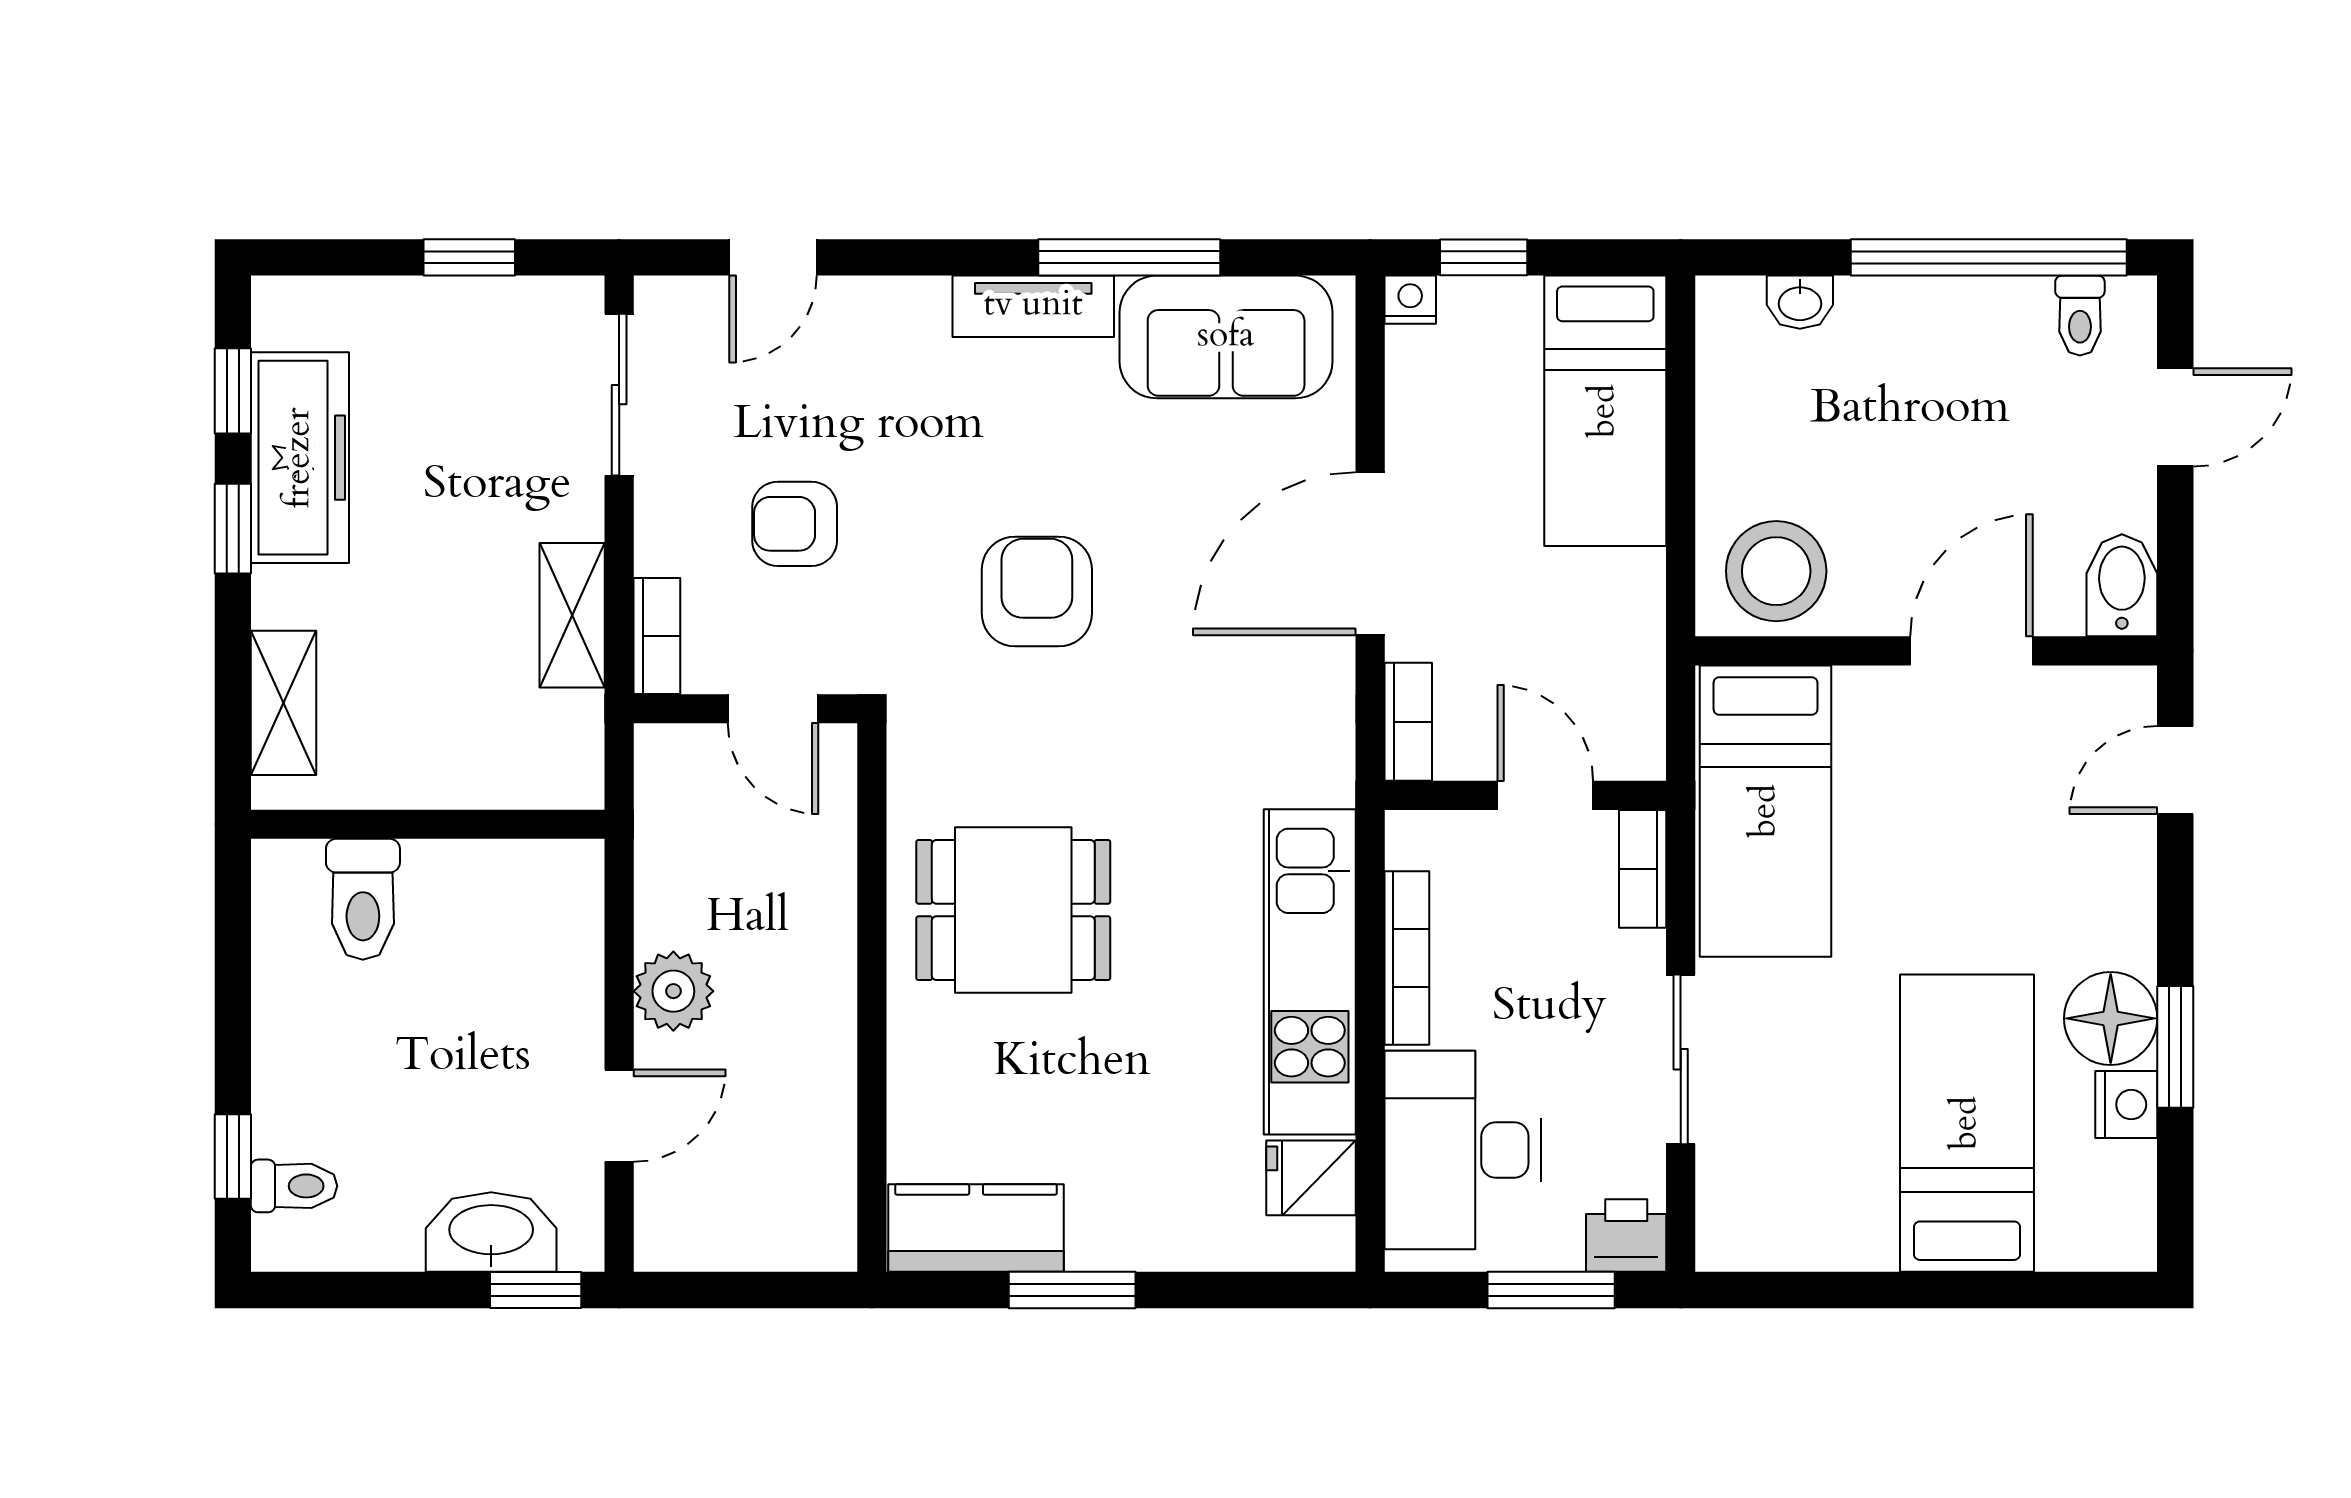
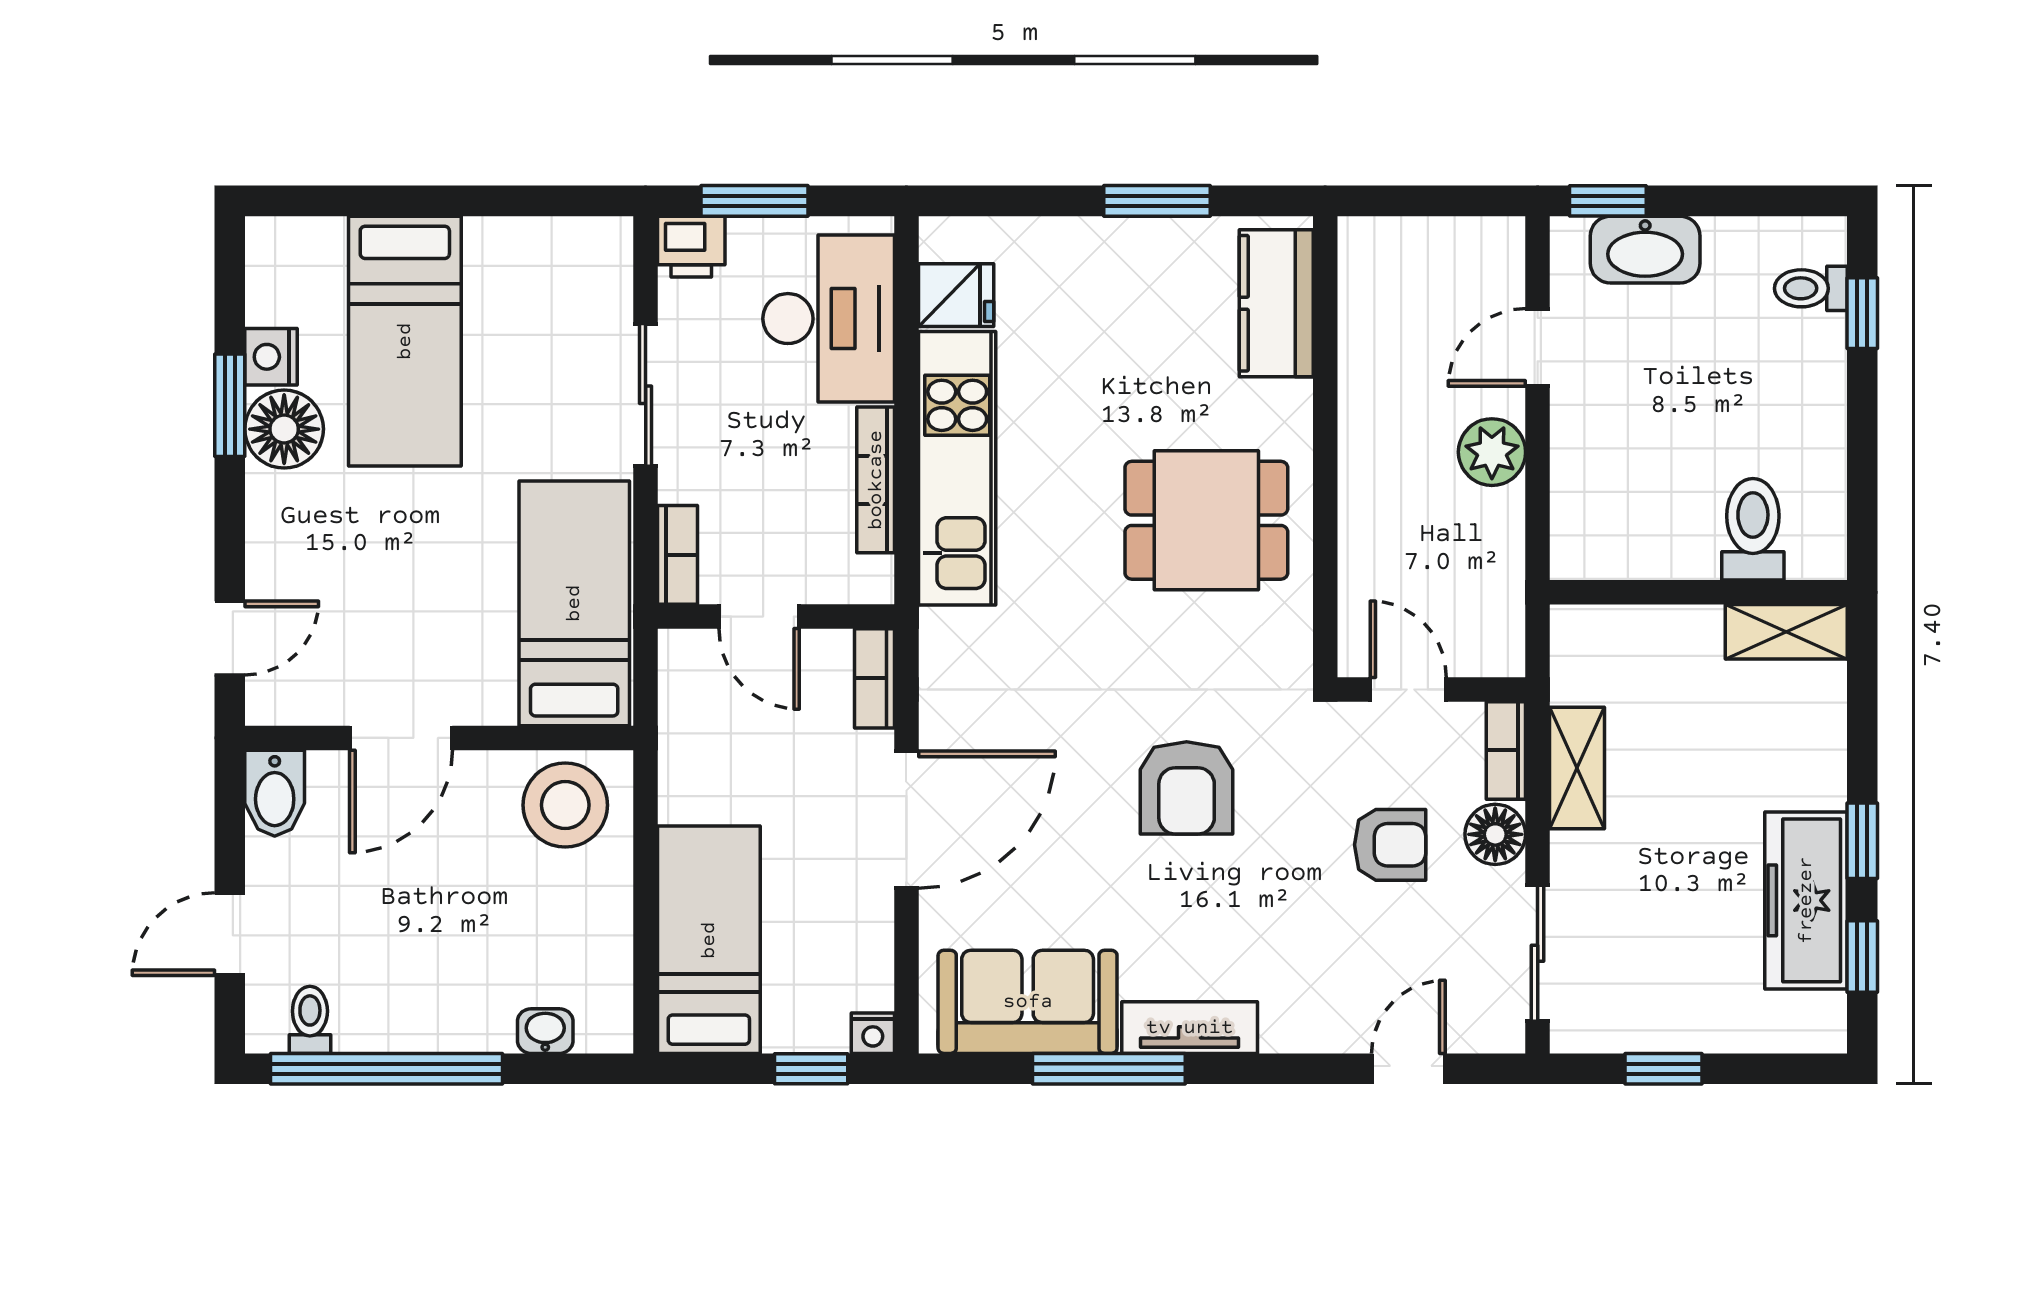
floor lamp: (670, 536) -> (1495, 834), added
shelving: (283, 703) -> (1786, 632), moved, turned 90
kitchen counter: (976, 1228) -> (1276, 303), moved, turned 90

